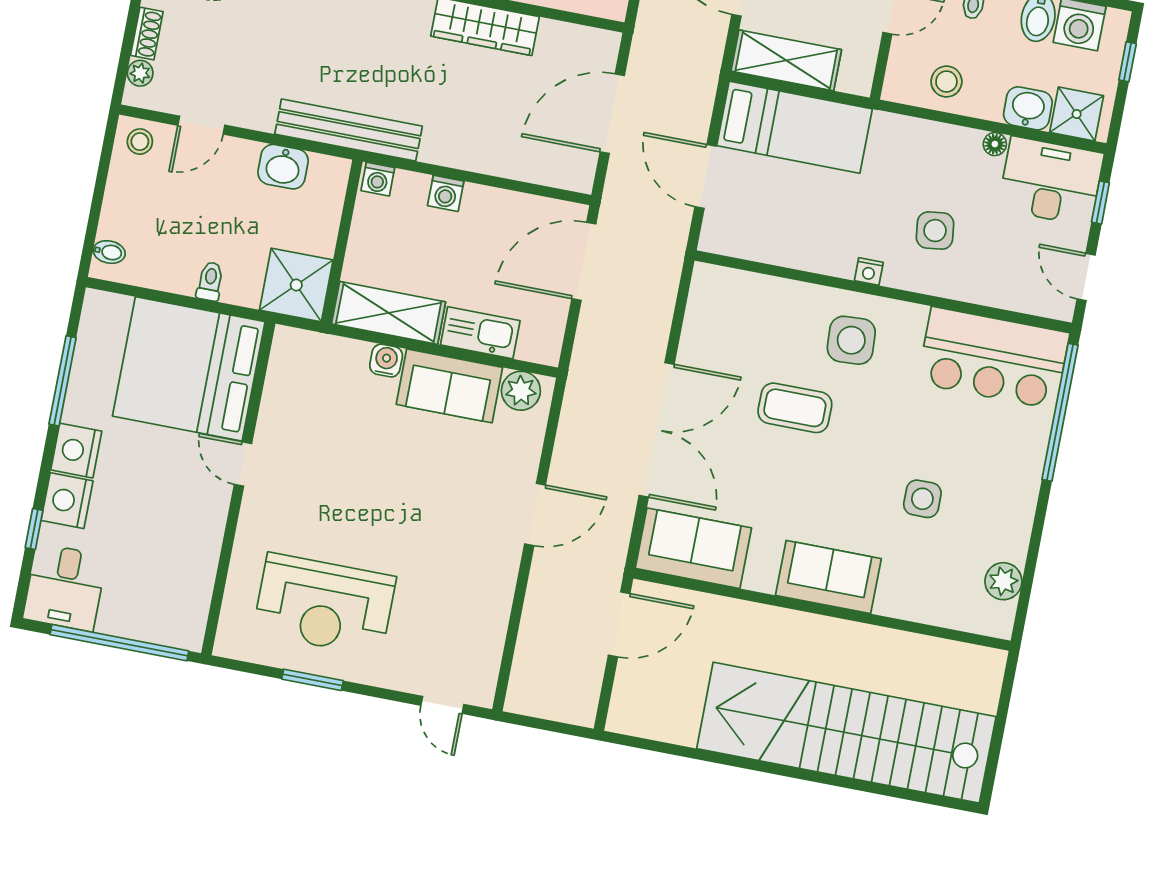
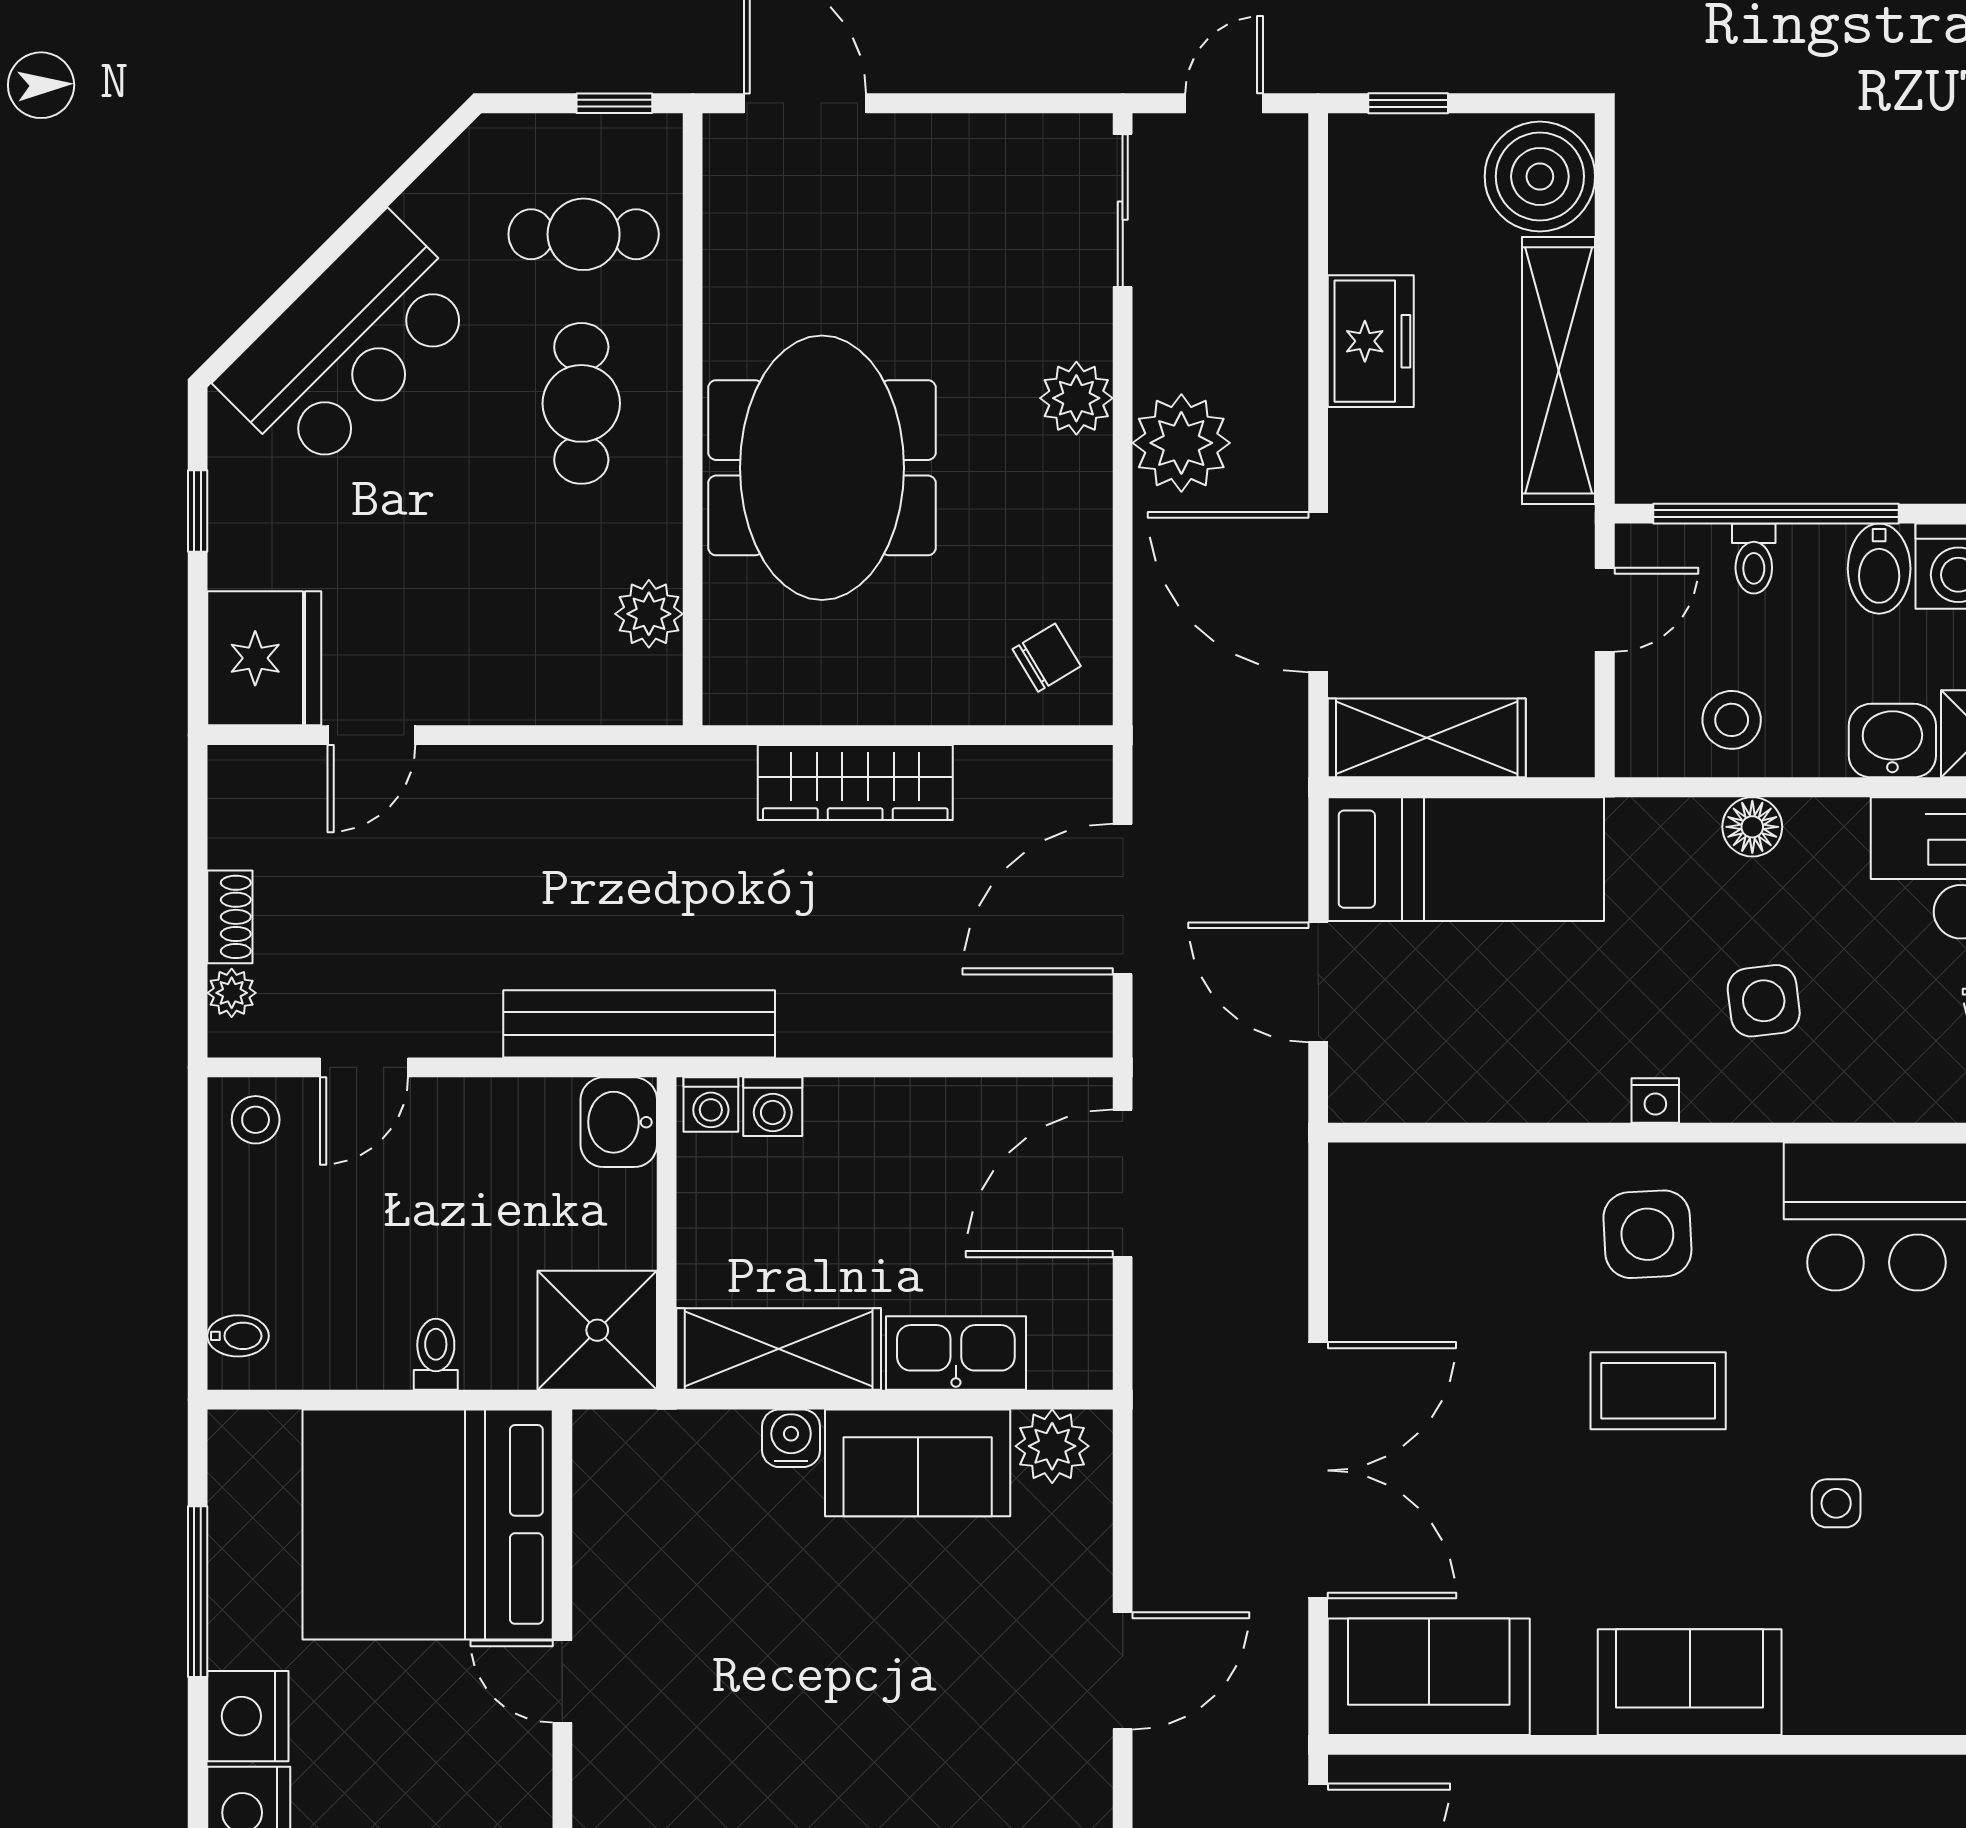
floor lamp: (995, 144) -> (1752, 827), moved, width x1.37, depth x1.37
washbasin: (283, 167) -> (619, 1122), moved, turned 90
washing machine: (446, 193) -> (773, 1107), moved
coffee table: (795, 408) -> (1658, 1391), moved
side table: (922, 499) -> (1836, 1503), width x0.73, depth x0.73

